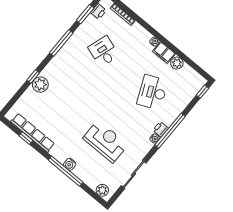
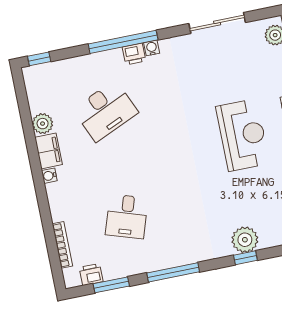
reception desk: (105, 141) -> (243, 135), moved, turned 180

